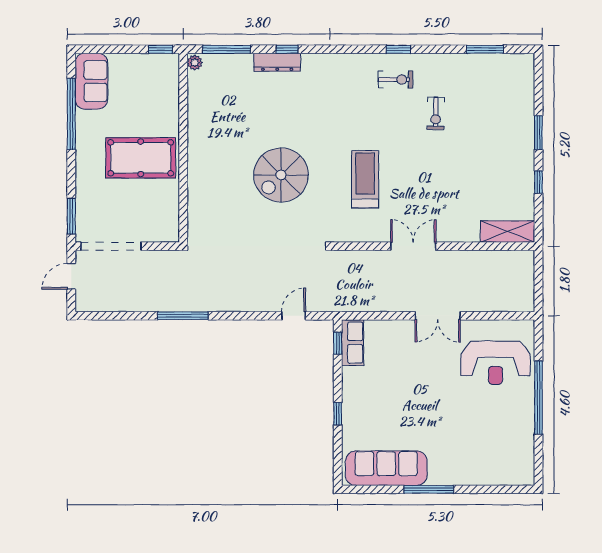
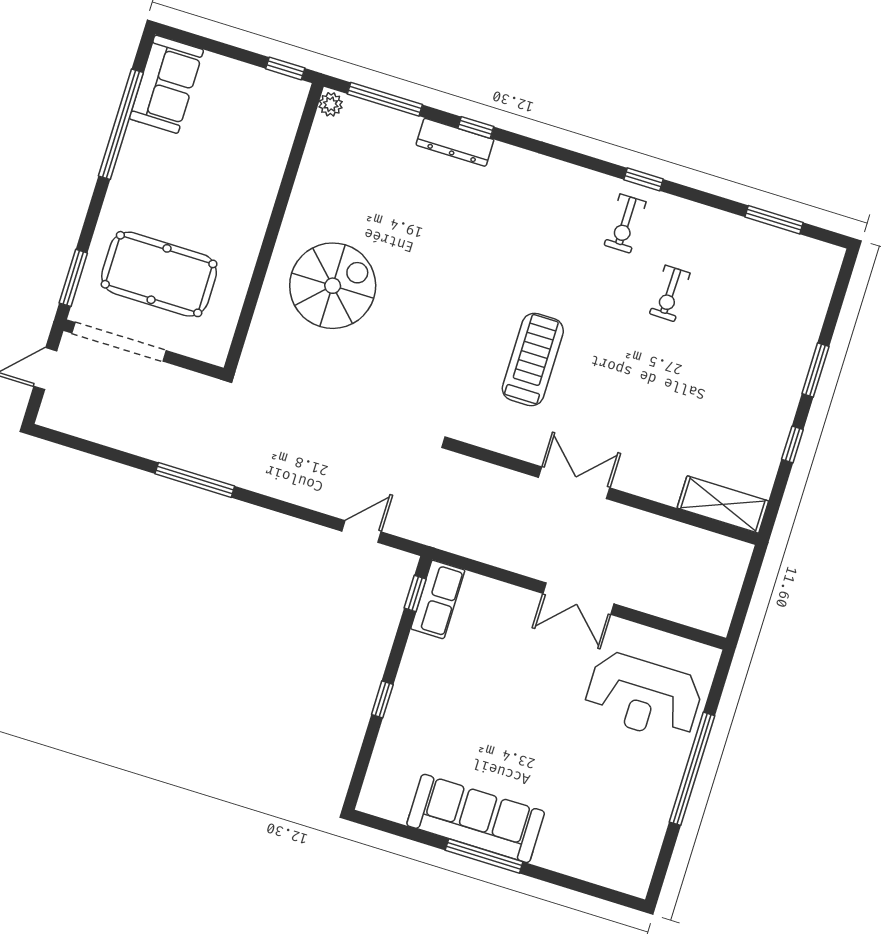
exercise bike: (396, 80) -> (625, 223), turned 90
pool table: (141, 158) -> (159, 274), moved
spiral stairs: (281, 175) -> (333, 286), moved, turned 180
sofa: (386, 468) -> (476, 818), moved

